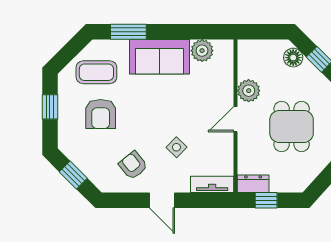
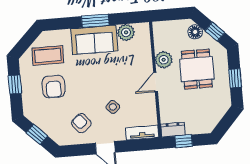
window: (128, 32) -> (95, 21), moved
dining table: (292, 127) -> (197, 69), moved

